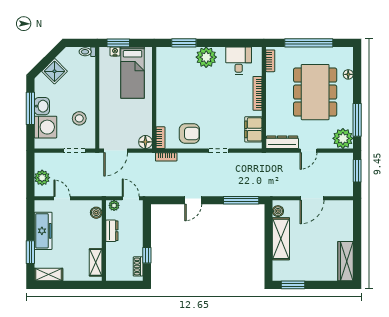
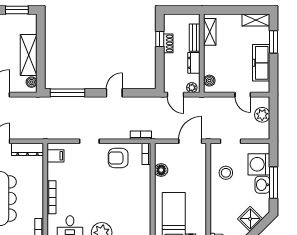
filing cabinet: (253, 129) -> (56, 156), width x0.50
floor lamp: (145, 142) -> (161, 170), moved
bench: (111, 257) -> (195, 38), added
shoe rack: (138, 266) -> (168, 43), moved

